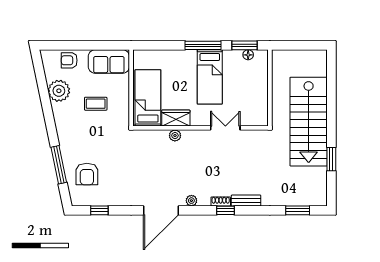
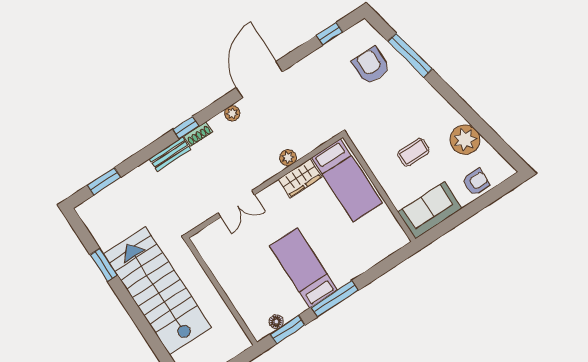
bed: (148, 98) -> (347, 180), moved
wardrobe: (176, 118) -> (300, 178), moved
wall: (201, 128) -> (264, 185), moved
double door: (225, 128) -> (236, 204), moved
plant: (175, 136) -> (288, 158), moved

